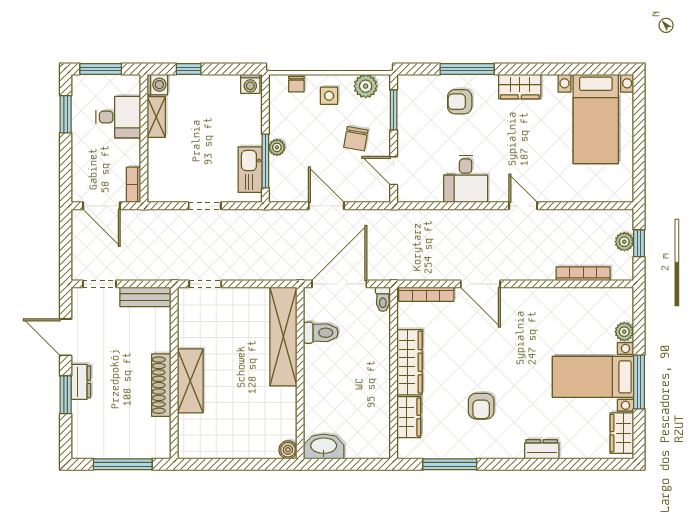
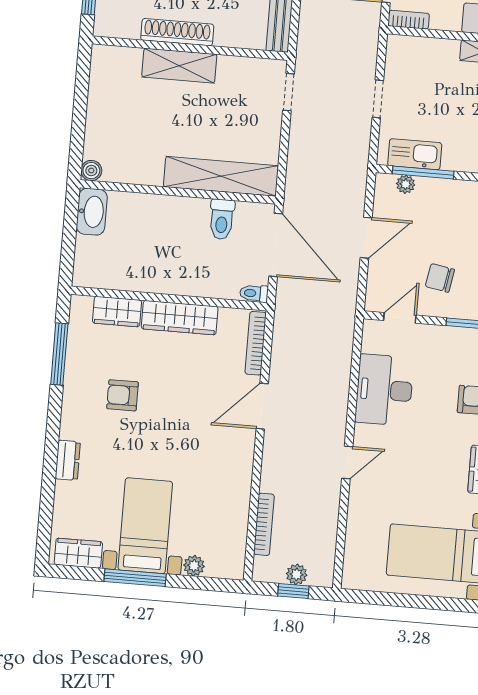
plant: (277, 147) -> (406, 184), moved
desk: (466, 179) -> (384, 390), width x1.37

